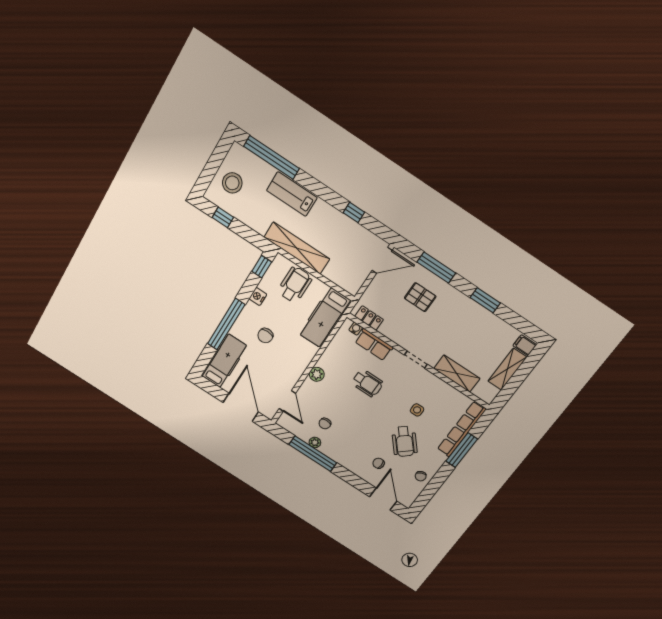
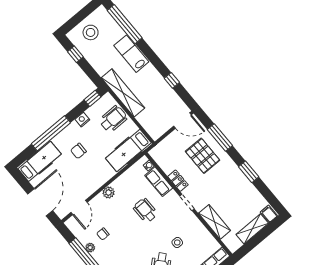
pallet: (420, 297) -> (203, 156), width x1.50, depth x1.42
locker: (369, 318) -> (178, 181), moved
wheelchair: (367, 383) -> (145, 210), turned 180

